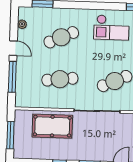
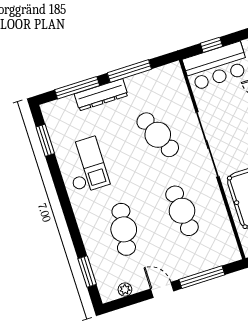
cafe table: (61, 37) -> (124, 229), turned 33
door: (13, 48) -> (162, 290), hinge flipped

